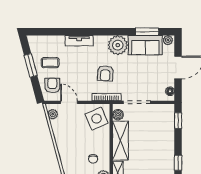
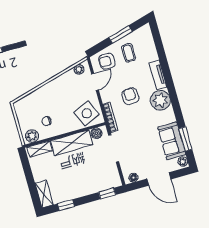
plant: (118, 45) -> (160, 100), moved
armchair: (105, 73) -> (130, 96), moved, turned 82
armchair: (52, 85) -> (107, 61), turned 180

